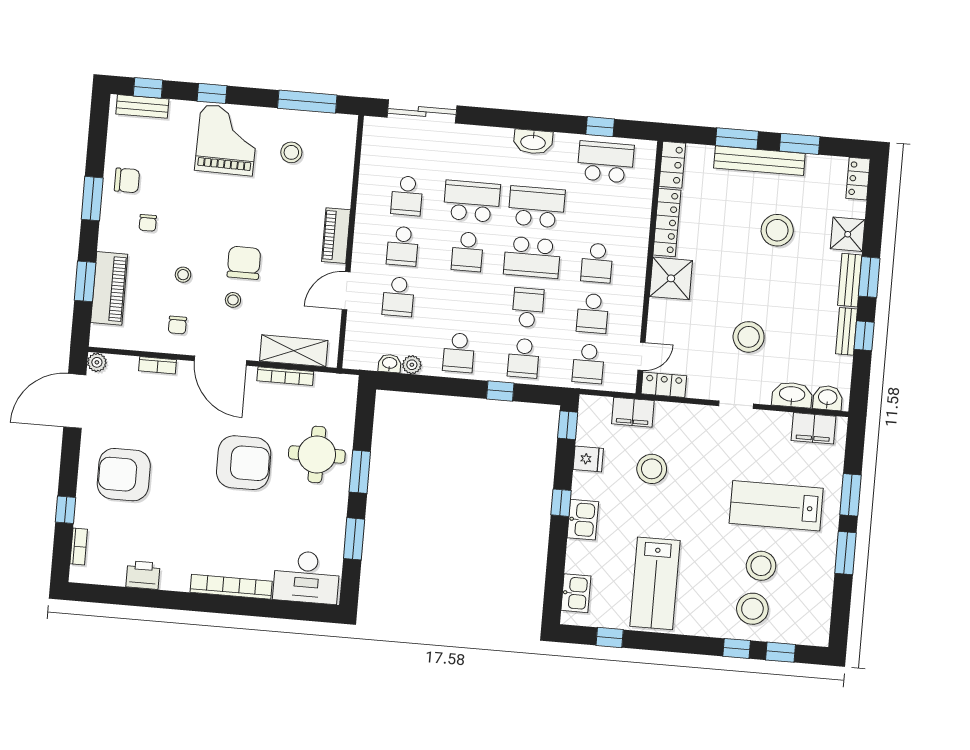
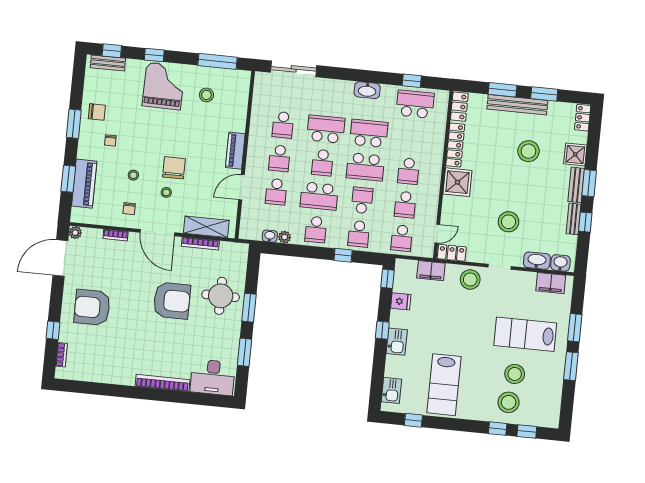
school desk: (463, 302) -> (319, 196), added
stool: (652, 469) -> (470, 280), moved
printer: (143, 575) -> (104, 374), removed

